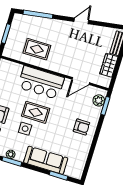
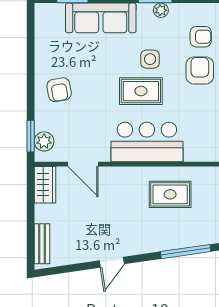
wardrobe: (109, 65) -> (45, 185), moved
door: (81, 81) -> (83, 164), swing flipped
armchair: (81, 127) -> (59, 90), turned -100

